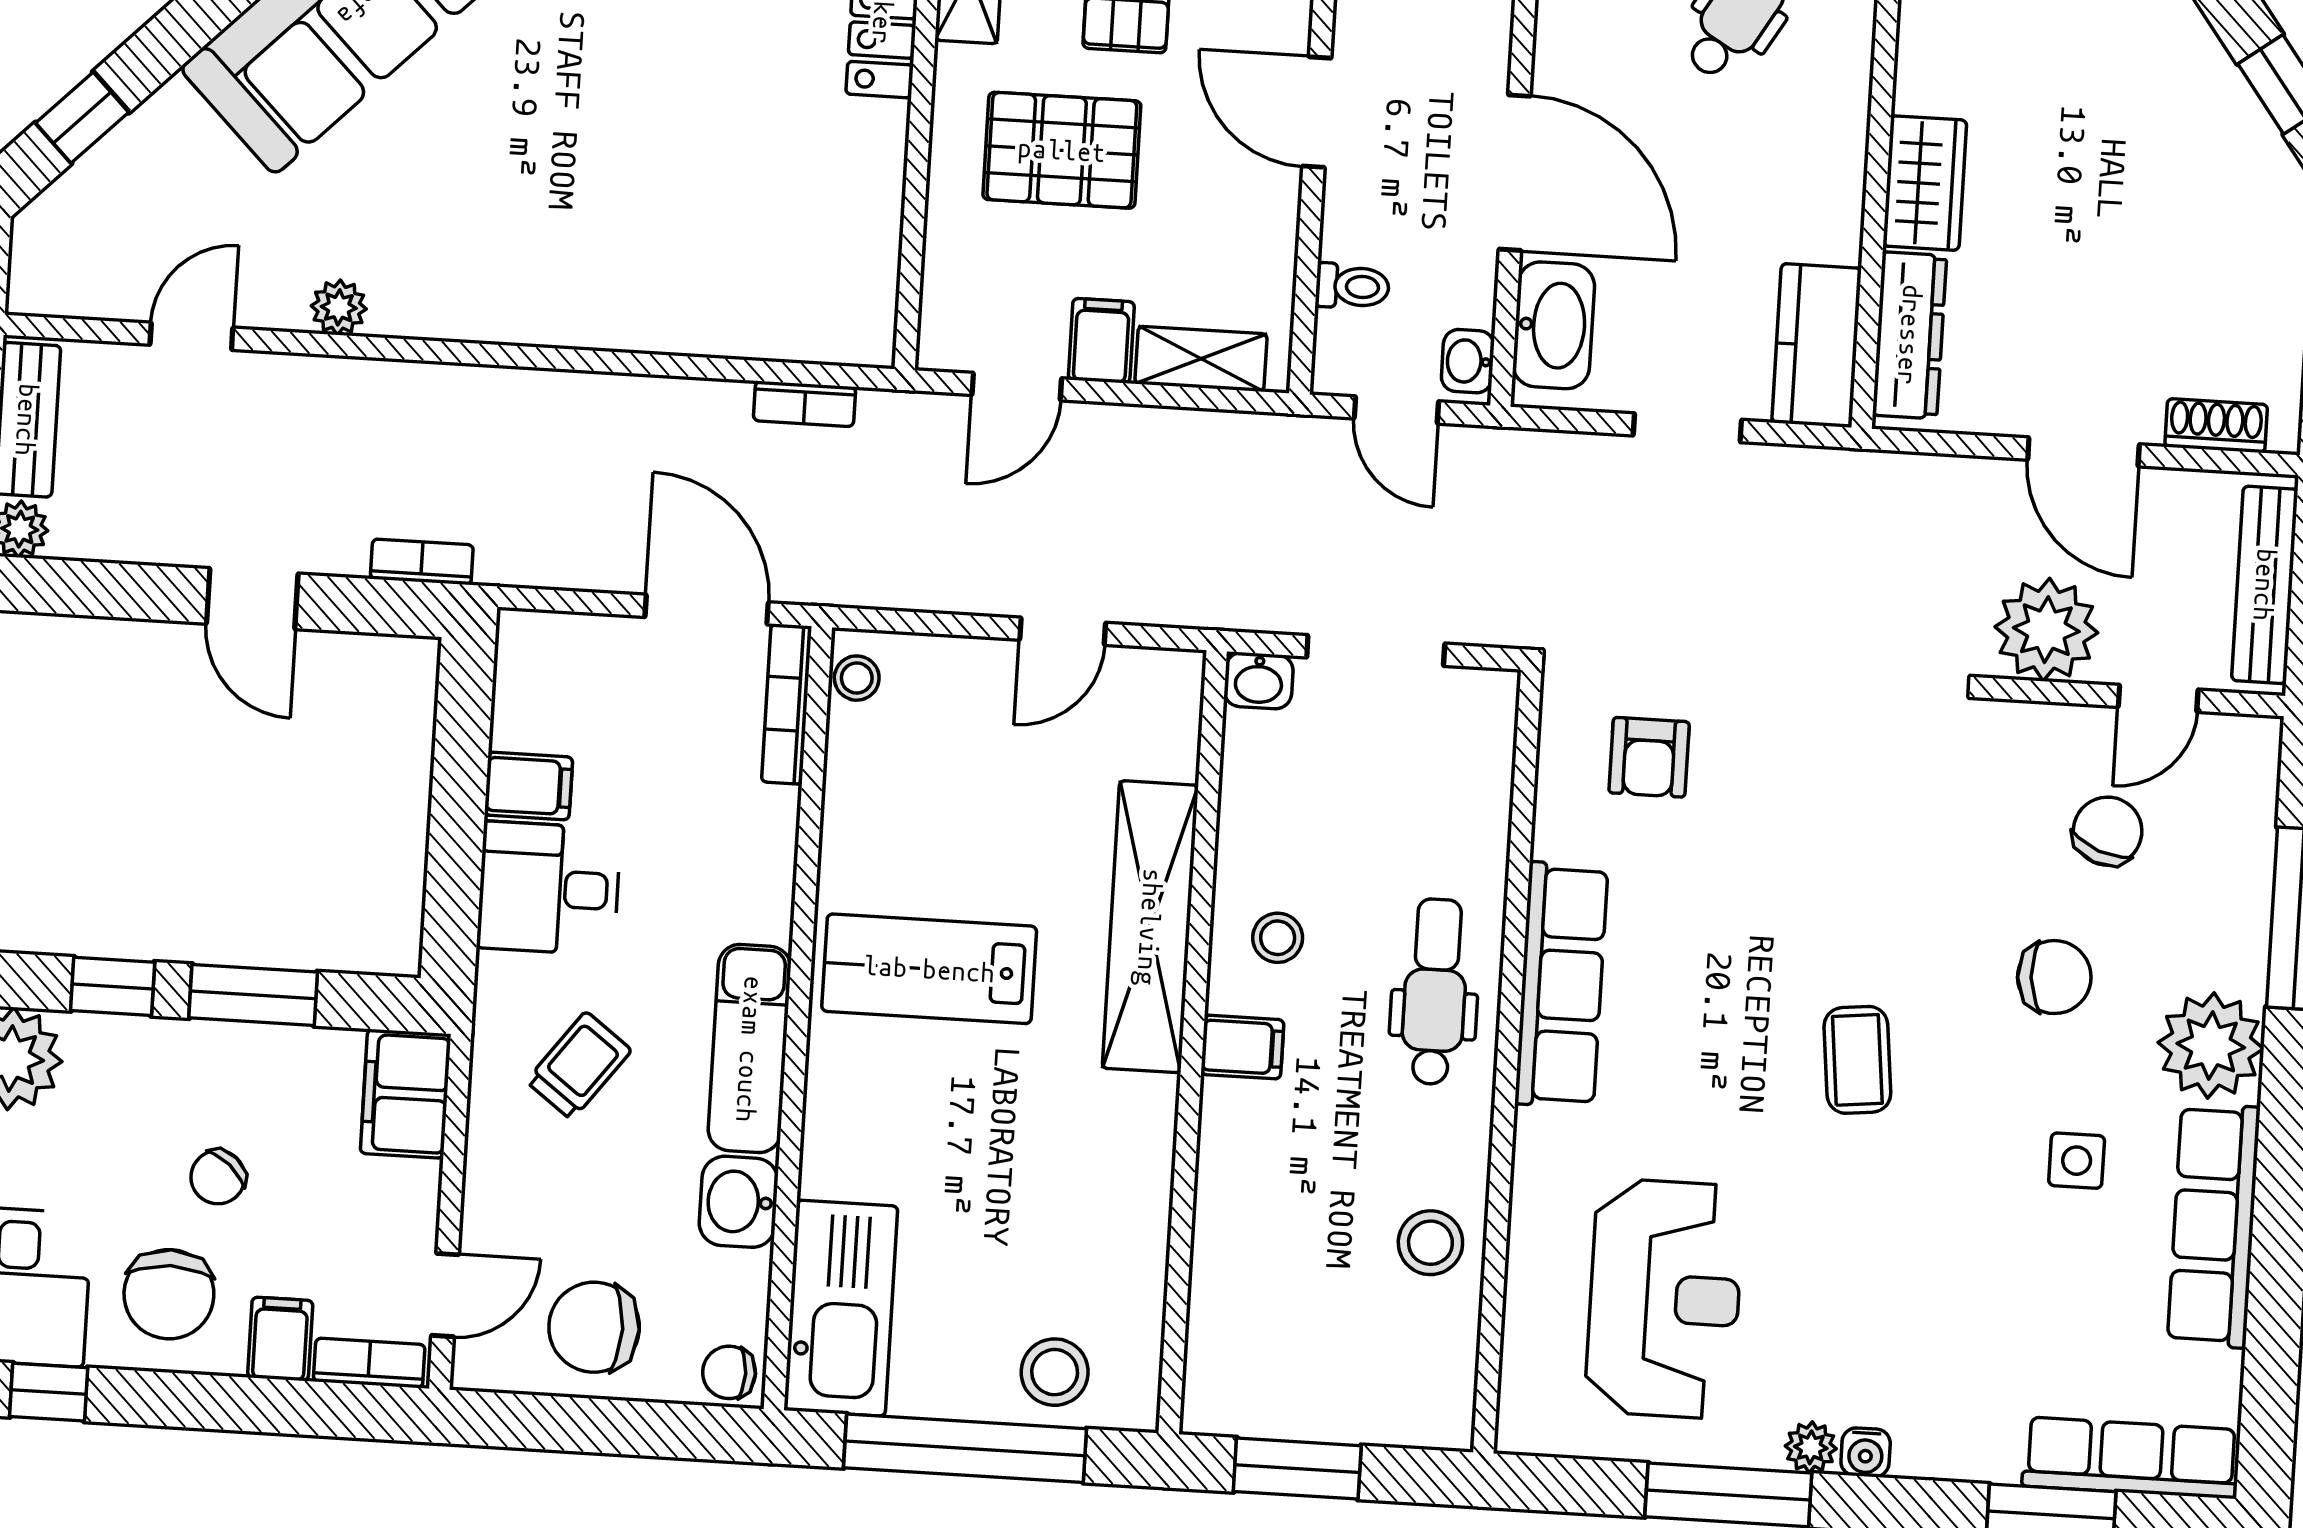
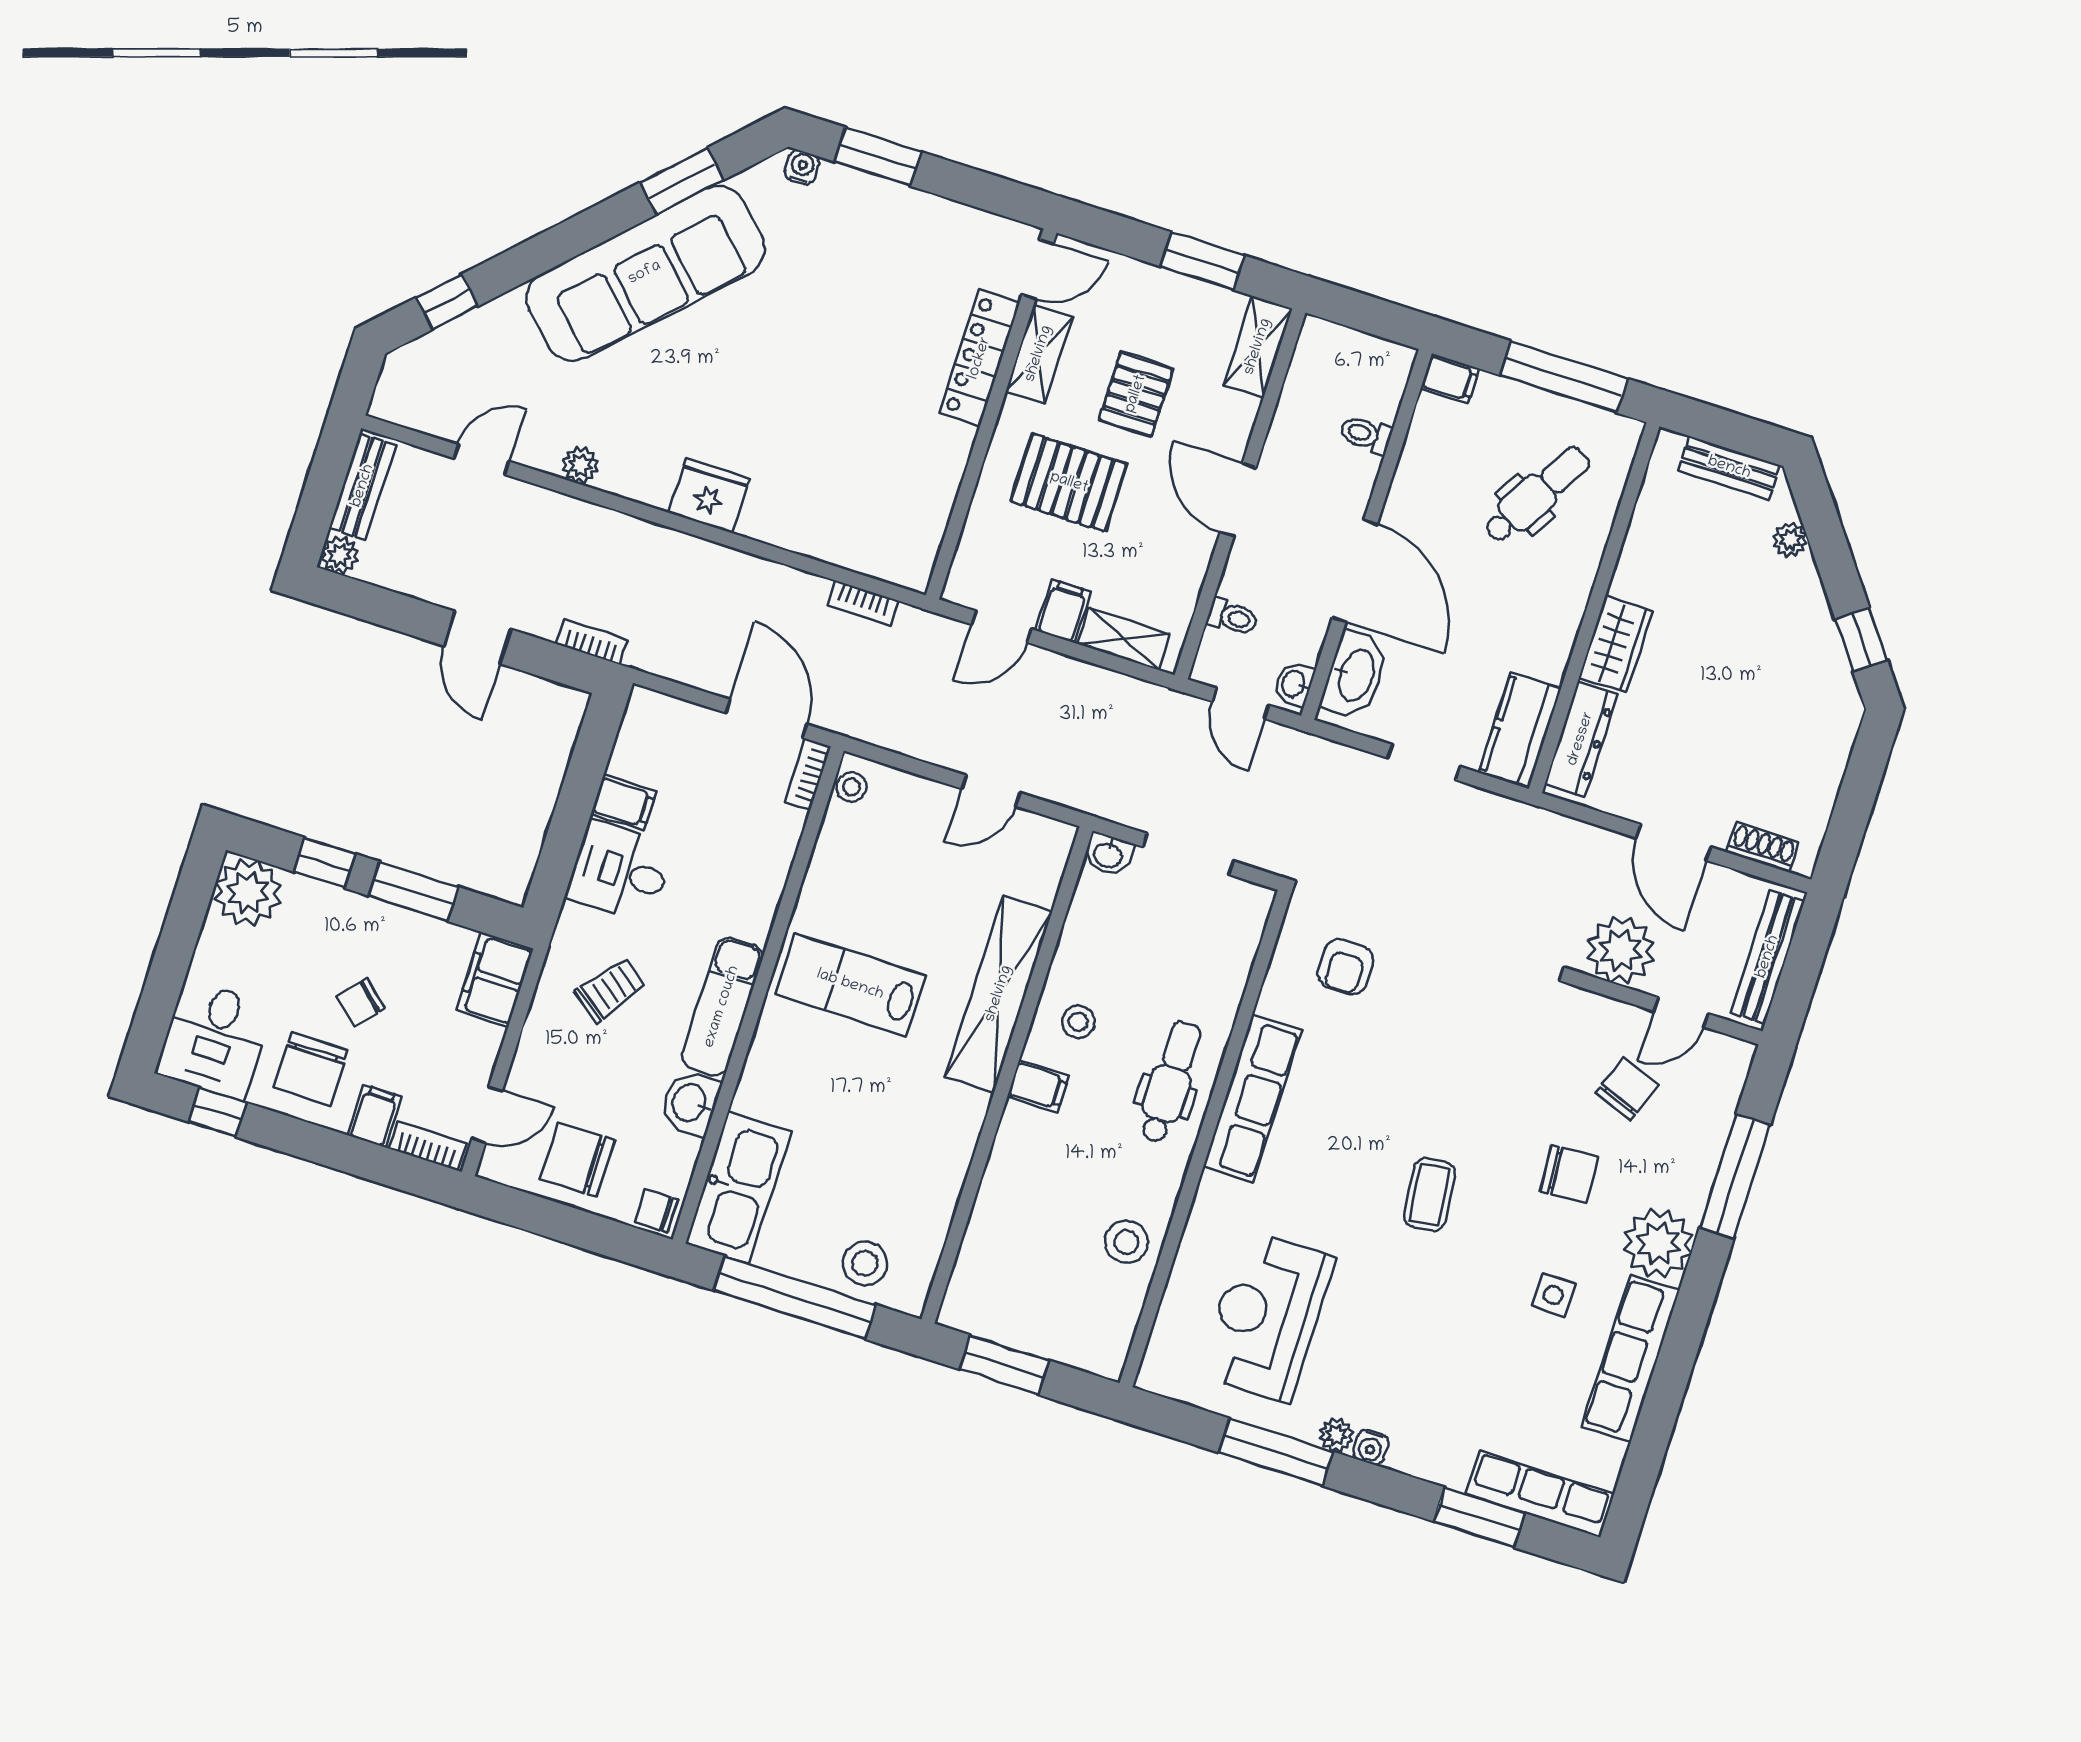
fridge: (539, 304) -> (709, 496), added
bookcase: (787, 704) -> (808, 774), width x0.64
reception desk: (1664, 1299) -> (1267, 1316), turned 180

